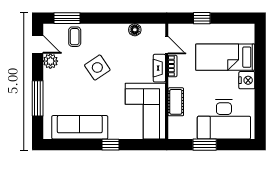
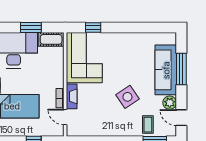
floor lamp: (135, 30) -> (94, 131), removed
cot: (176, 102) -> (51, 39), moved, turned 90
sofa: (80, 127) -> (166, 70), moved, turned 90
window: (110, 145) -> (93, 28), moved

